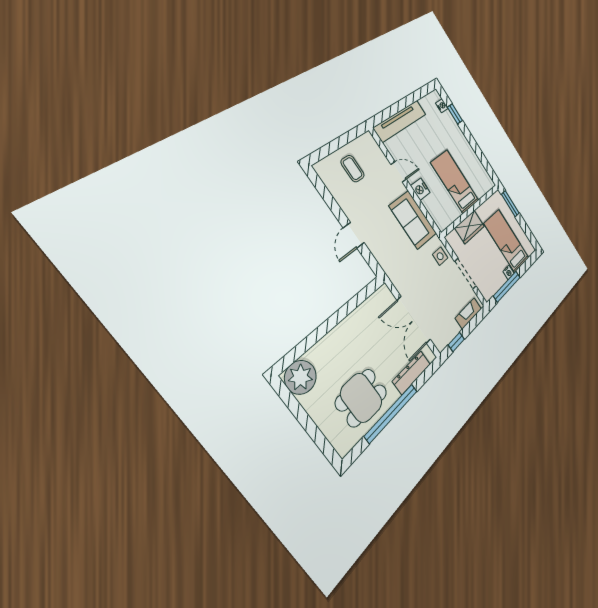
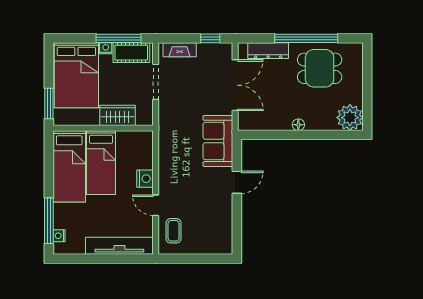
window: (455, 114) -> (49, 221), width x2.17
bed: (470, 165) -> (69, 166), added
coffee table: (353, 169) -> (174, 231), moved
sofa: (413, 220) -> (218, 141), moved, turned 180
bed: (507, 241) -> (76, 75), width x1.50
side table: (440, 256) -> (170, 114), removed
cot: (493, 283) -> (131, 53), added
floor lamp: (341, 329) -> (298, 125), added

